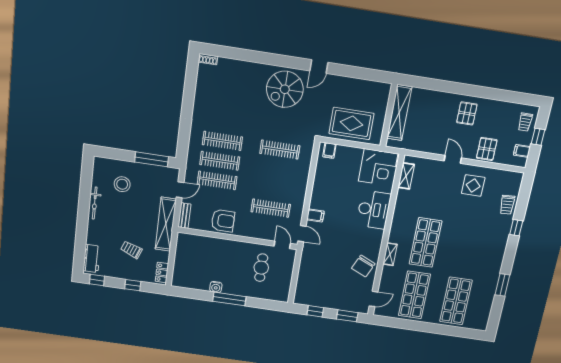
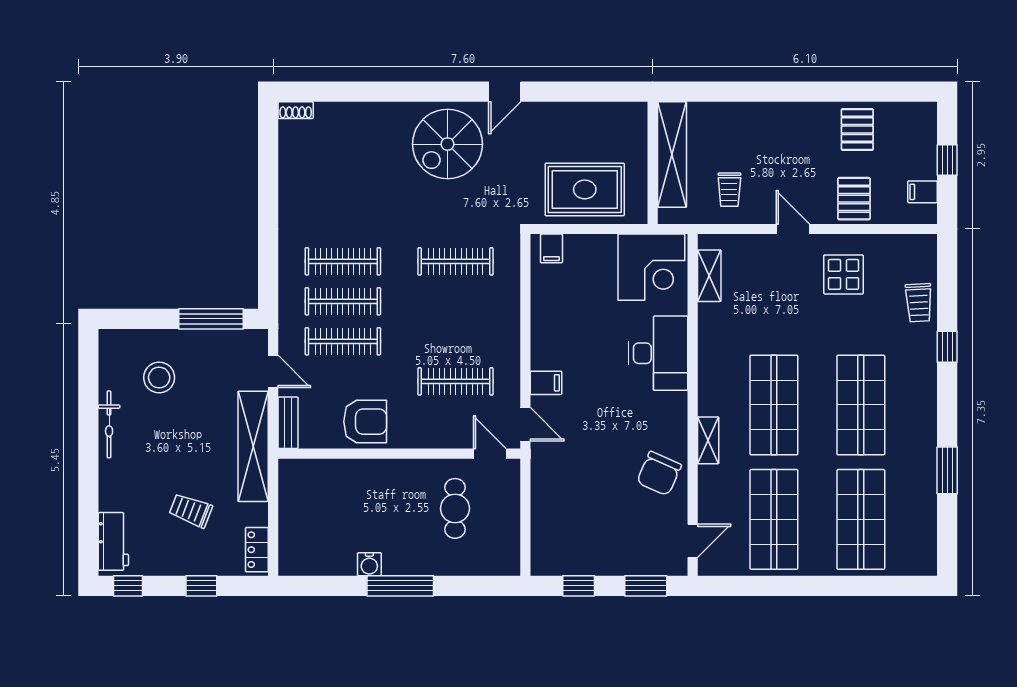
pallet: (467, 113) -> (857, 129), moved
trolley: (525, 122) -> (729, 190), moved
door: (180, 190) -> (273, 371), hinge flipped
shop shelf: (468, 249) -> (861, 405), added

